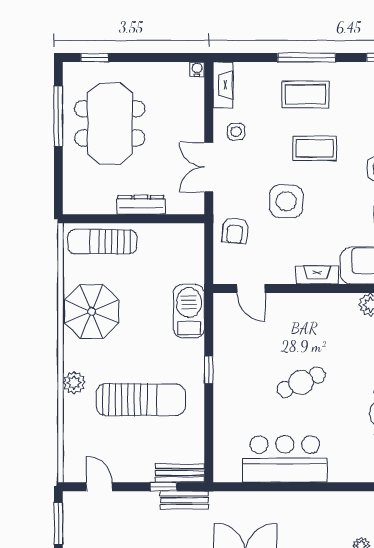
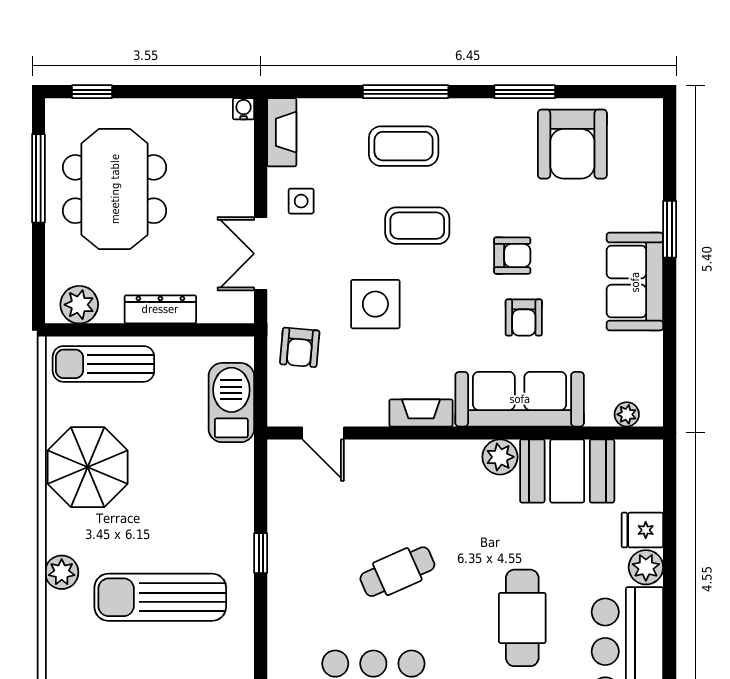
plant: (86, 202) -> (79, 305), added
barbecue: (189, 311) -> (231, 403), moved
sun lounger: (141, 400) -> (160, 597), turned 180

